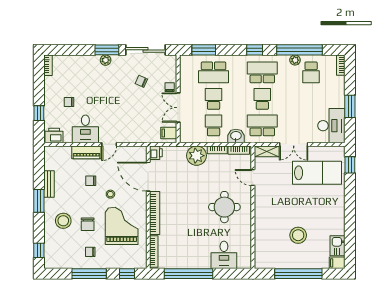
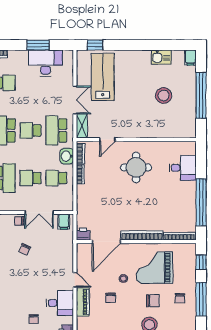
chair: (141, 81) -> (25, 249), moved
desk: (331, 126) -> (46, 63), moved
plant: (197, 156) -> (86, 195), removed
kitchen sink: (338, 246) -> (161, 57), moved

